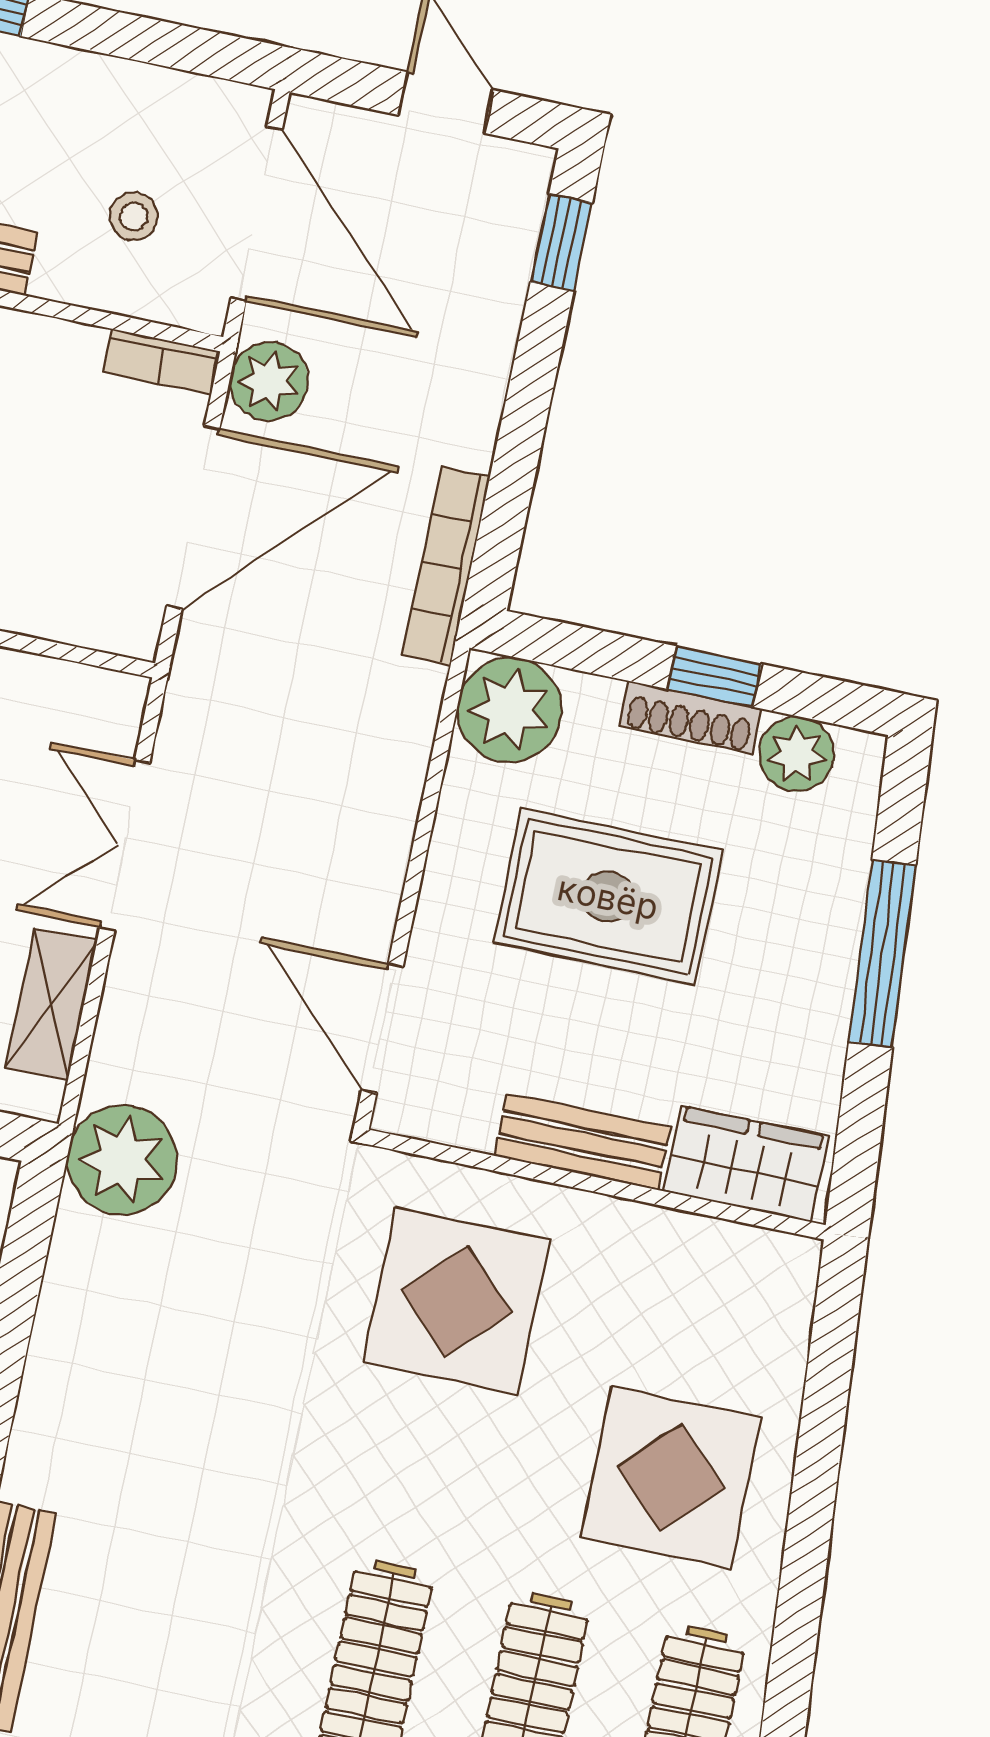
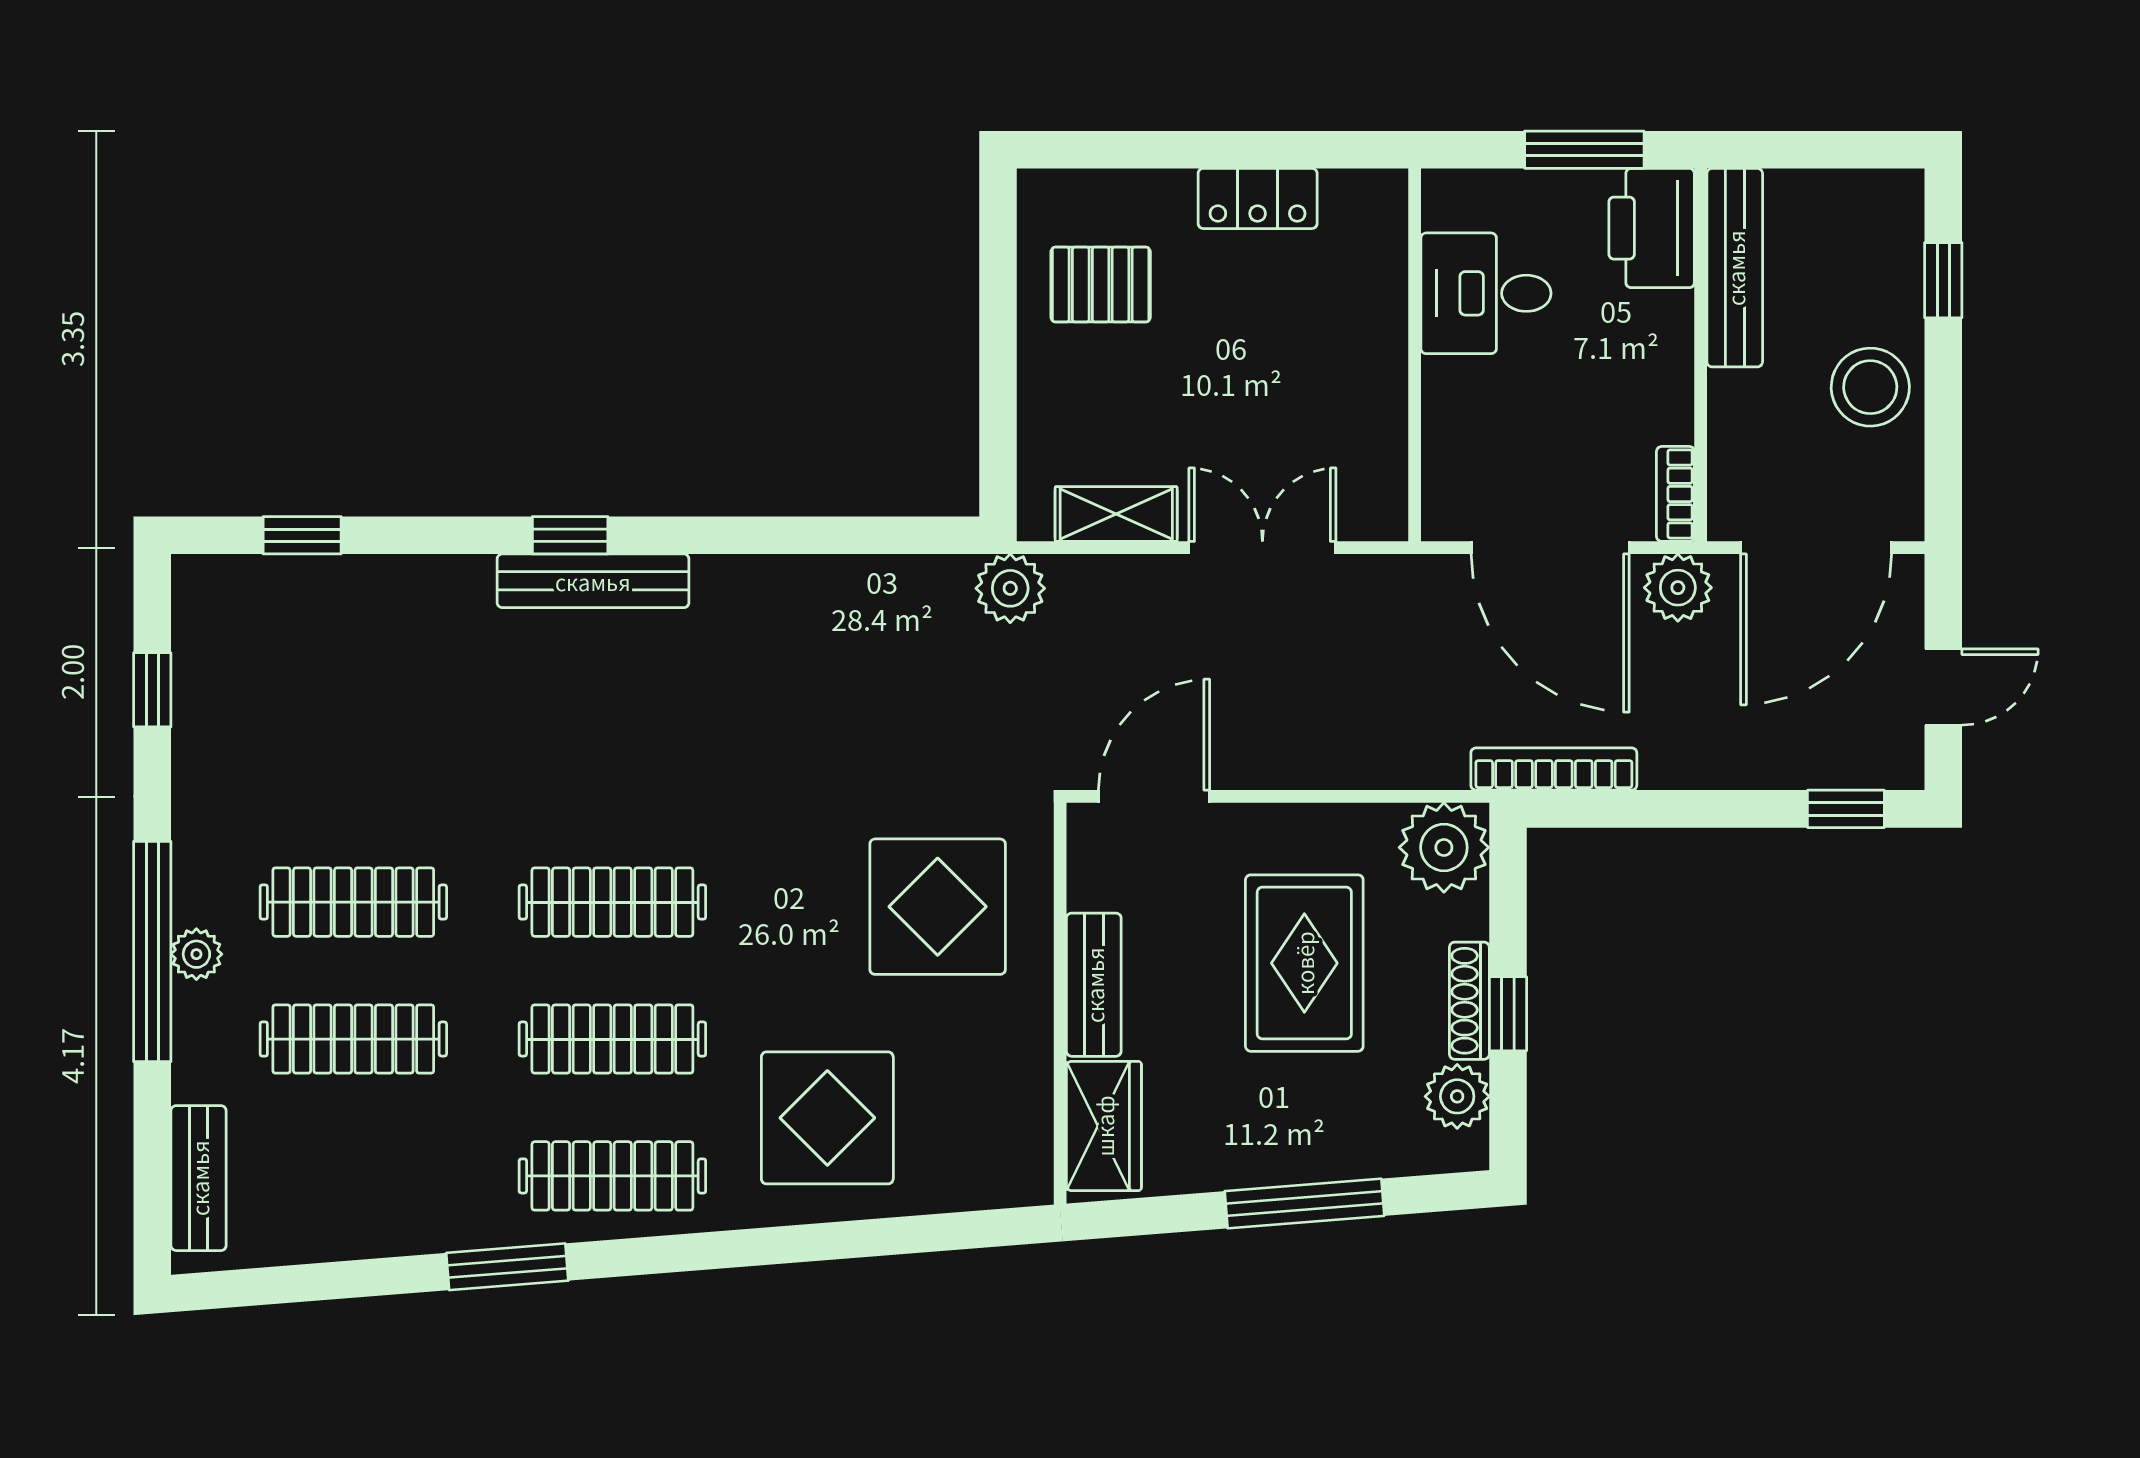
stool: (134, 216) -> (1870, 387), moved, width x1.89, depth x1.89
plant: (122, 1160) -> (1010, 588), width x0.73, depth x0.73

